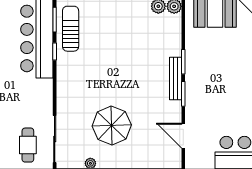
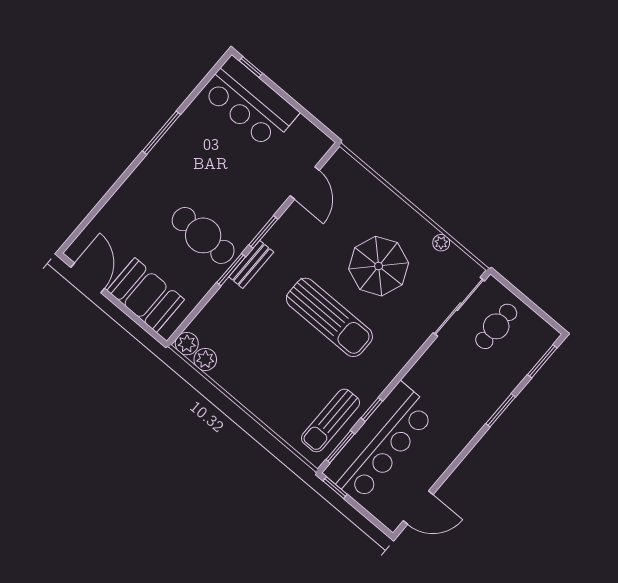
cafe table: (212, 67) -> (203, 235), added
bench: (176, 78) -> (251, 264), width x0.73
sun lounger: (114, 79) -> (329, 317), added

